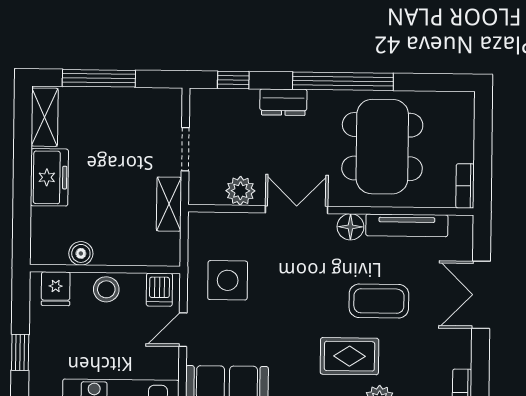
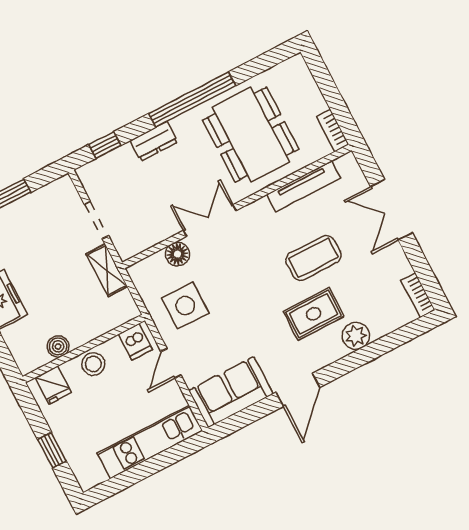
plant: (240, 191) -> (157, 229), removed
floor lamp: (350, 227) -> (178, 254), moved

